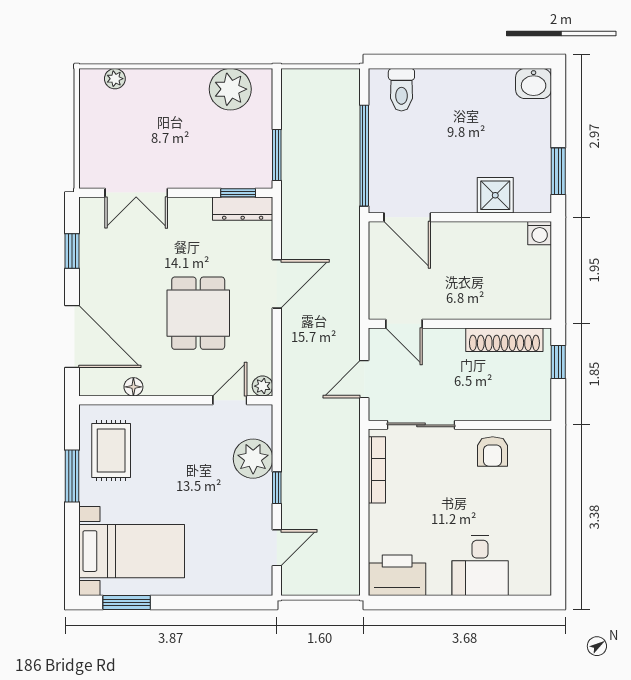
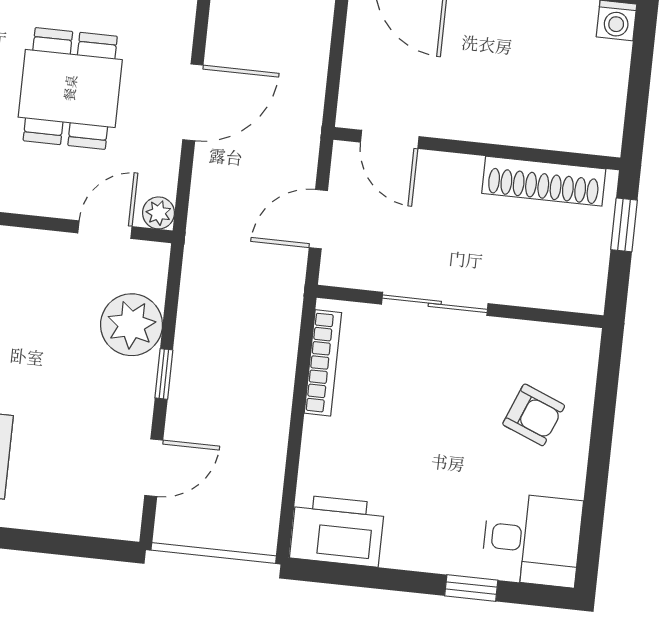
door: (277, 284) -> (193, 102), moved
sliding door: (421, 425) -> (435, 304), moved
armchair: (493, 451) -> (534, 415), moved, turned -68
desk: (480, 565) -> (532, 540), moved, turned -90
window: (486, 602) -> (471, 588), added

